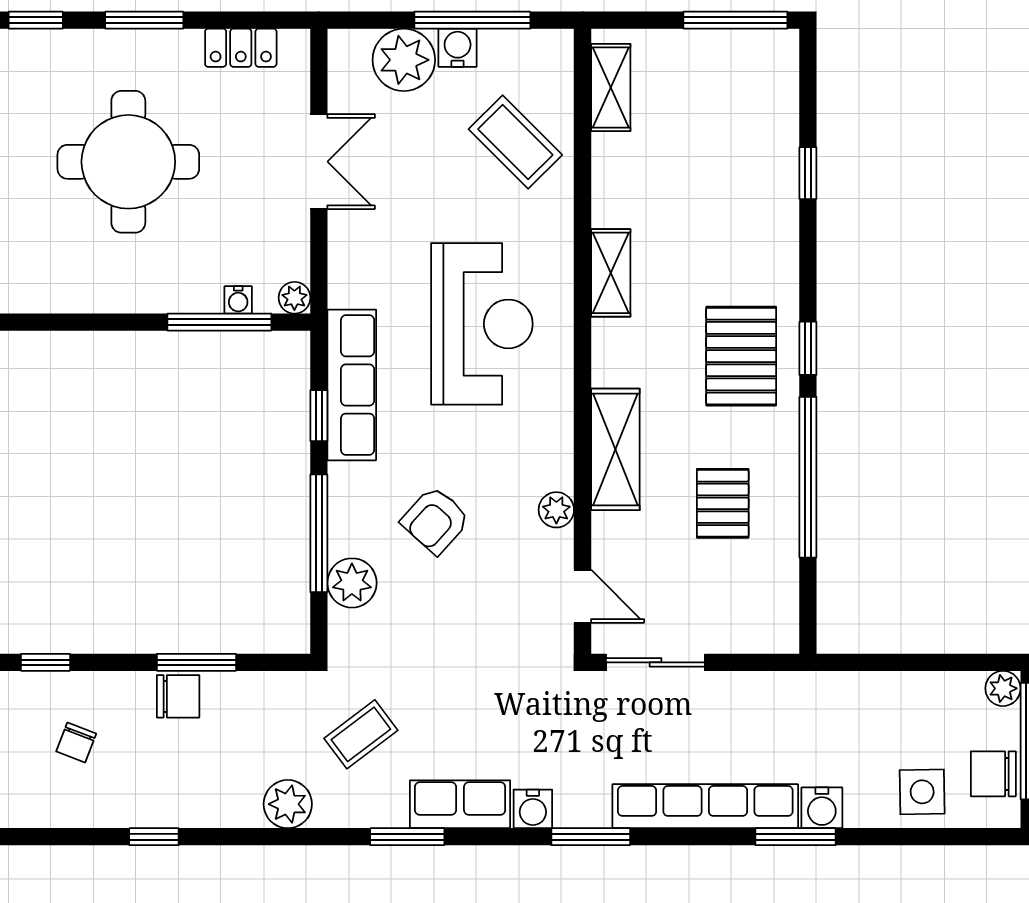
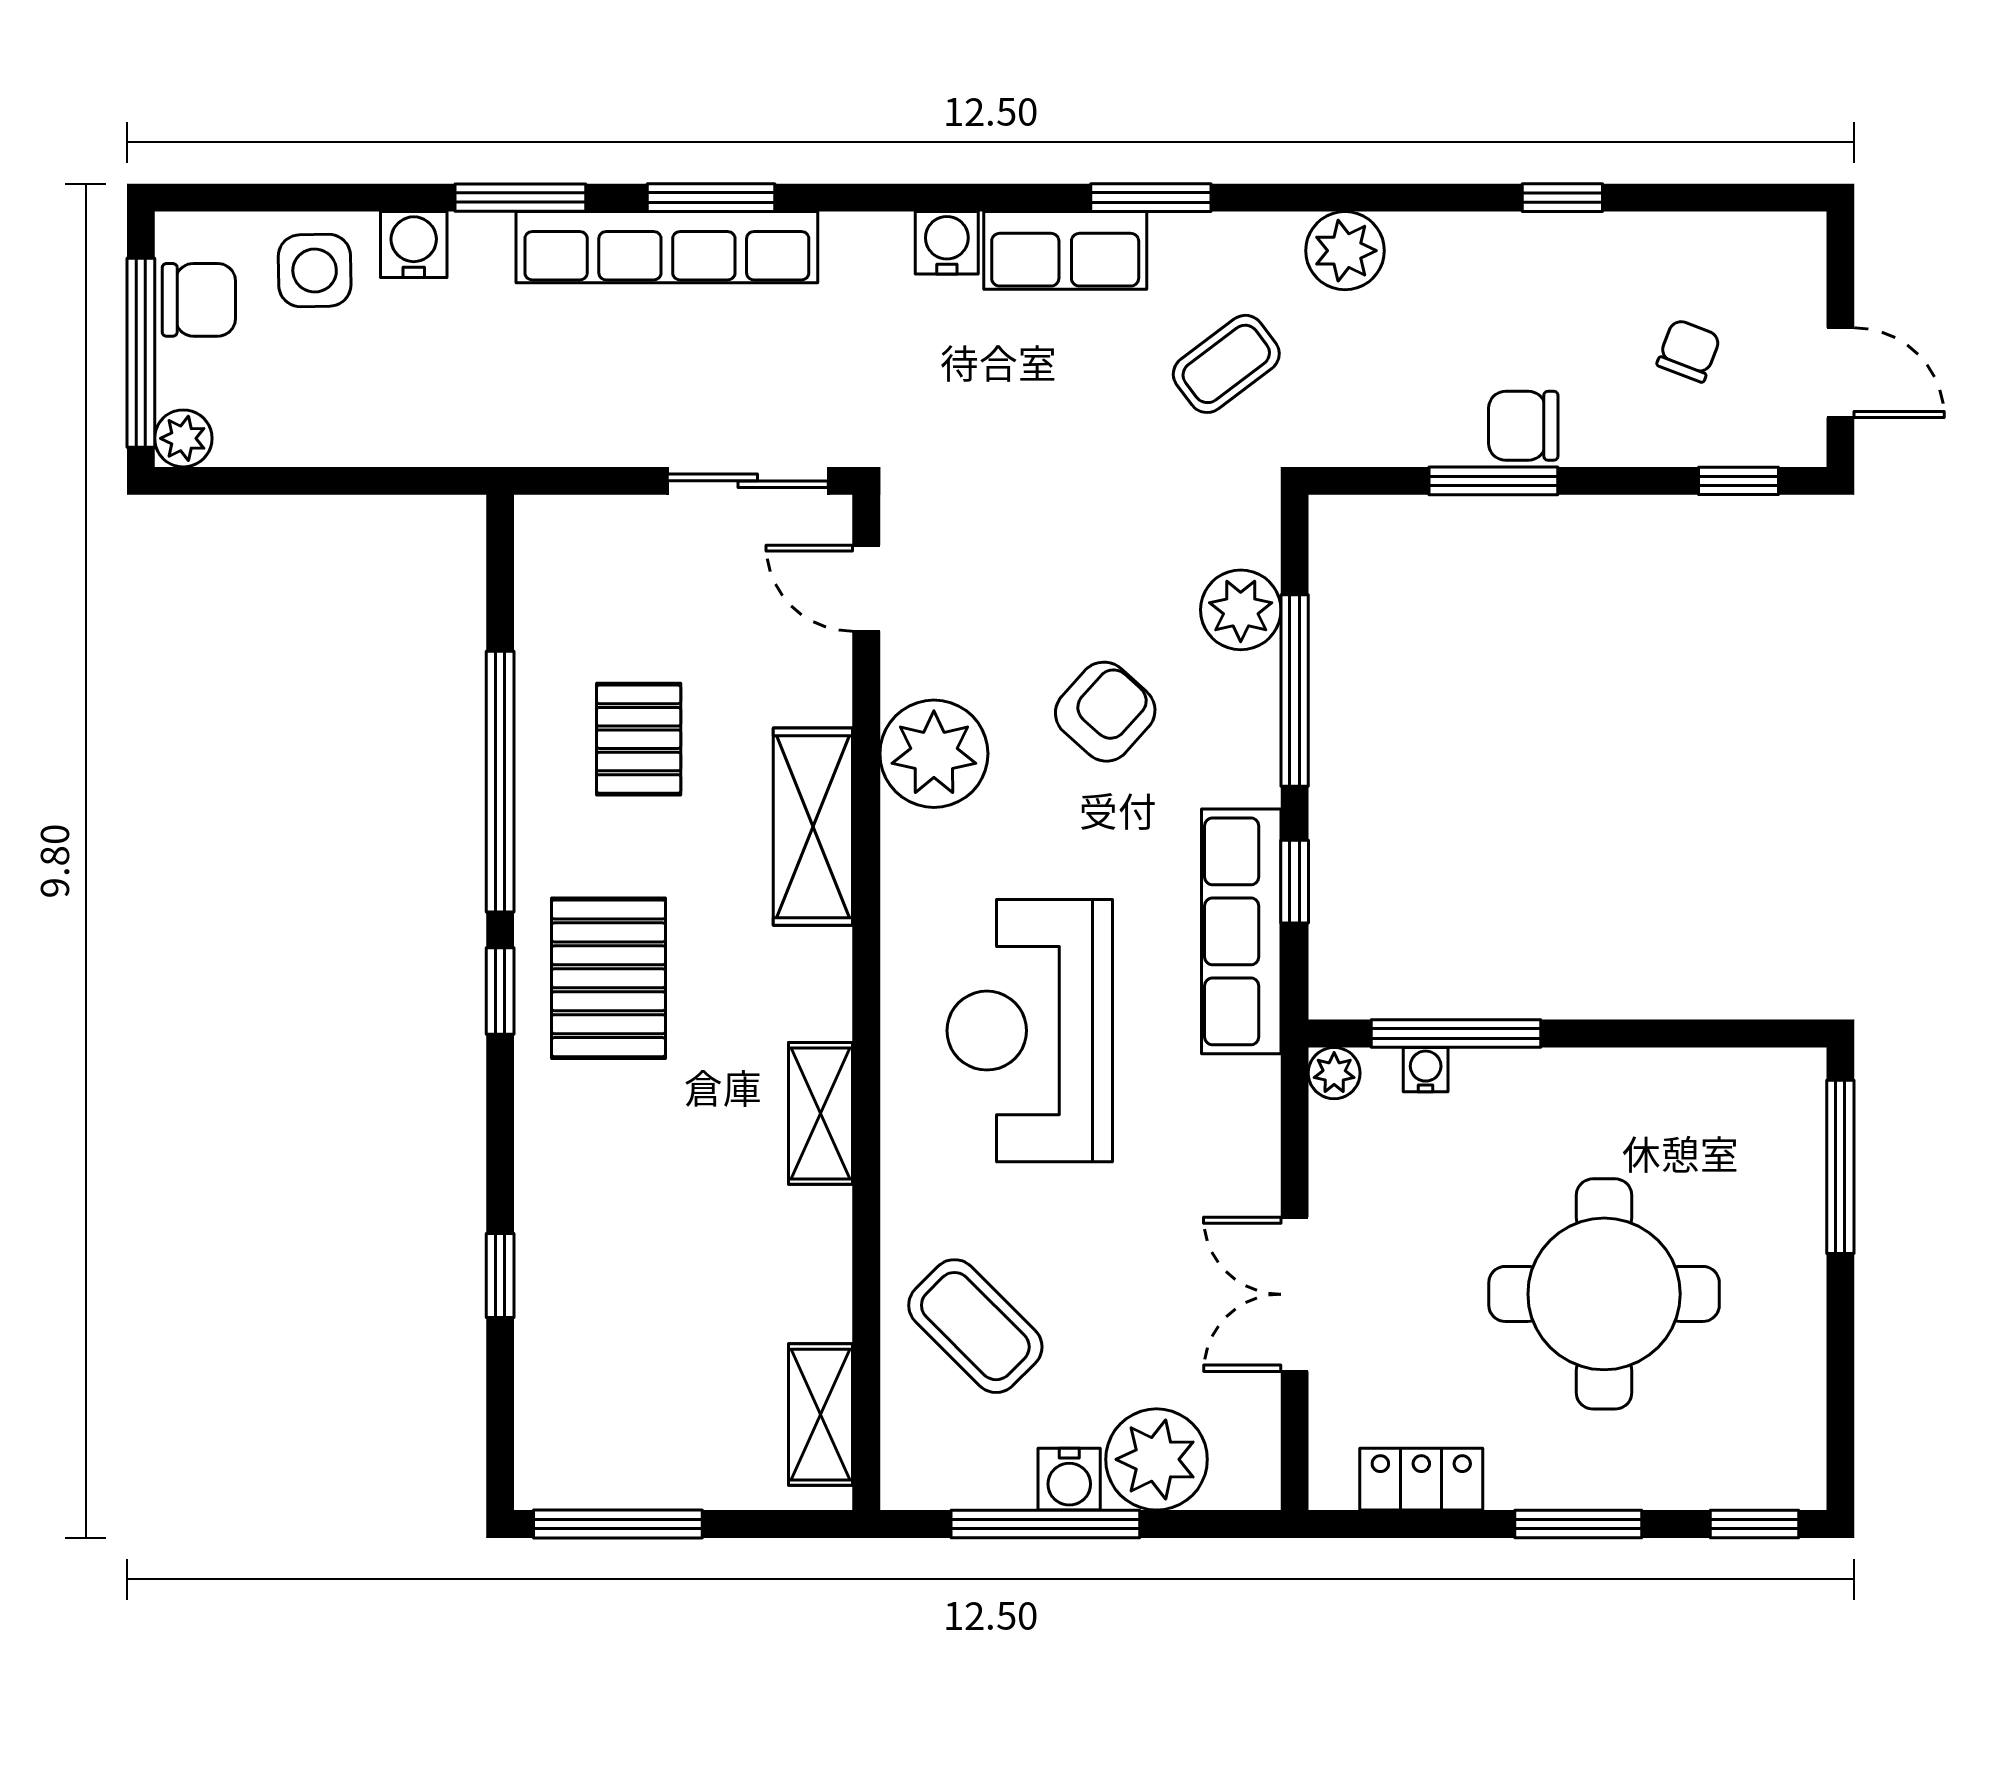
plant: (556, 510) -> (934, 754), width x1.87, depth x1.87
water cooler: (822, 808) -> (414, 245), moved
window: (591, 837) -> (711, 198), moved

